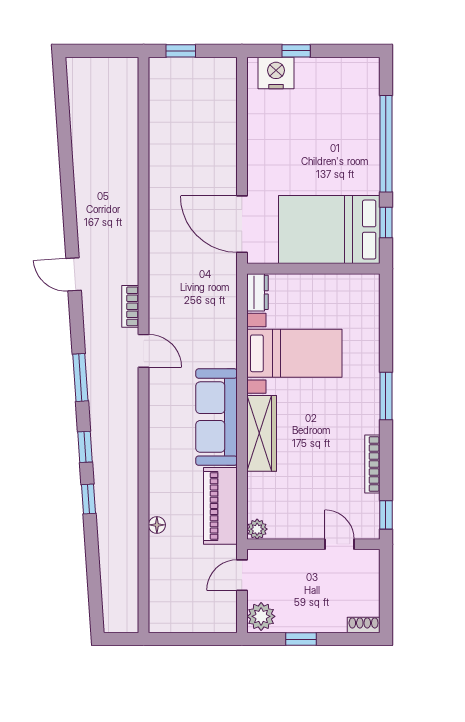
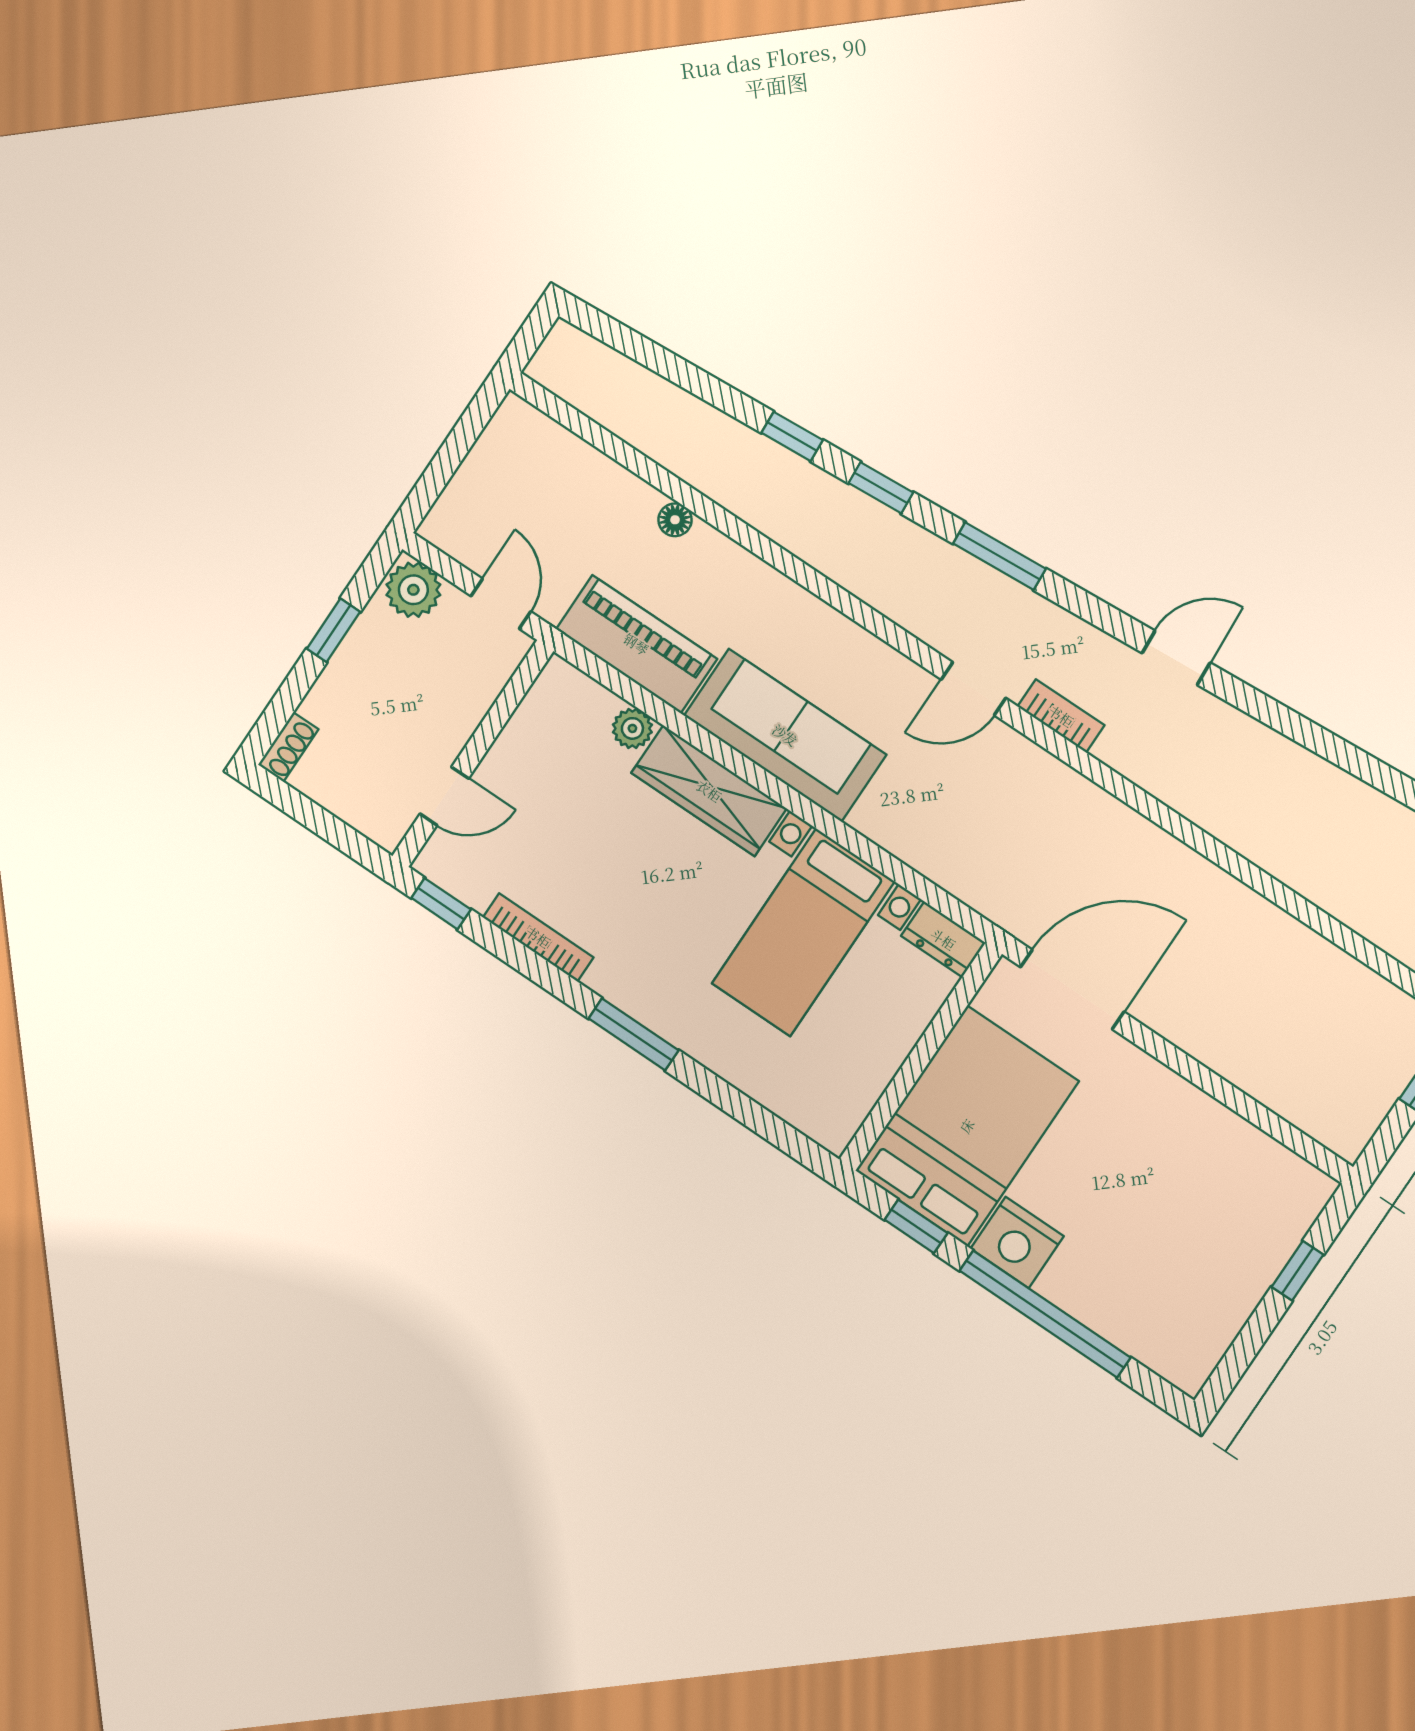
nightstand: (276, 73) -> (1017, 1242), moved, turned 90
plant: (257, 529) -> (632, 728), moved

